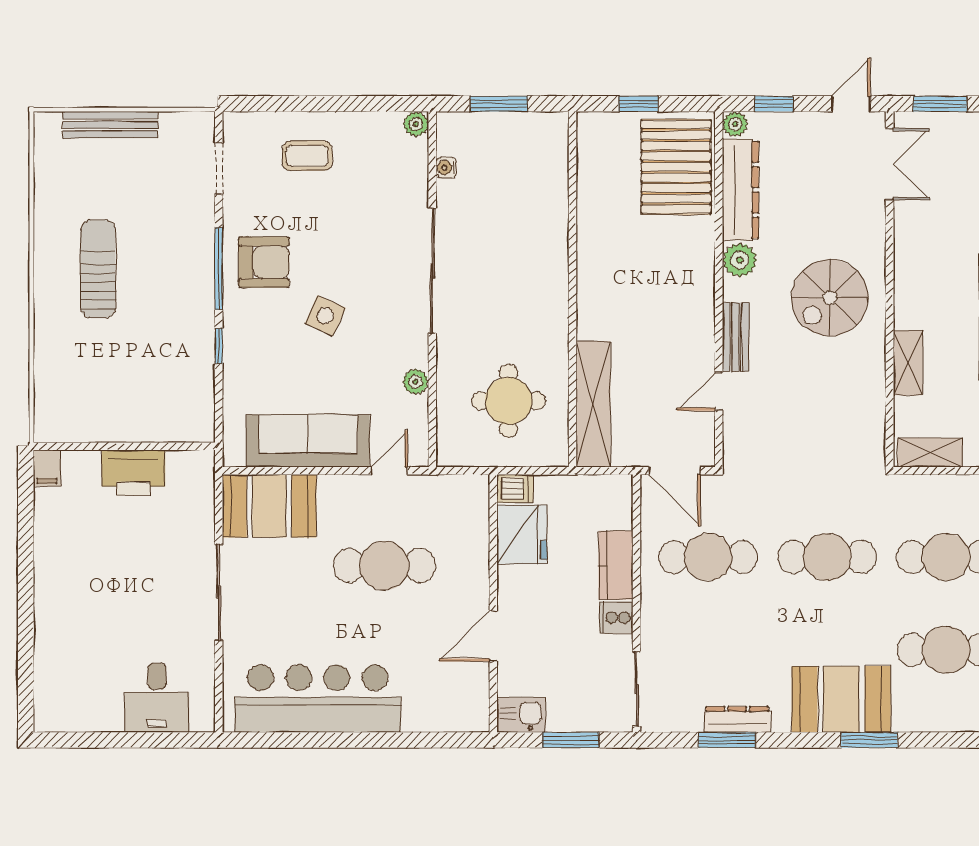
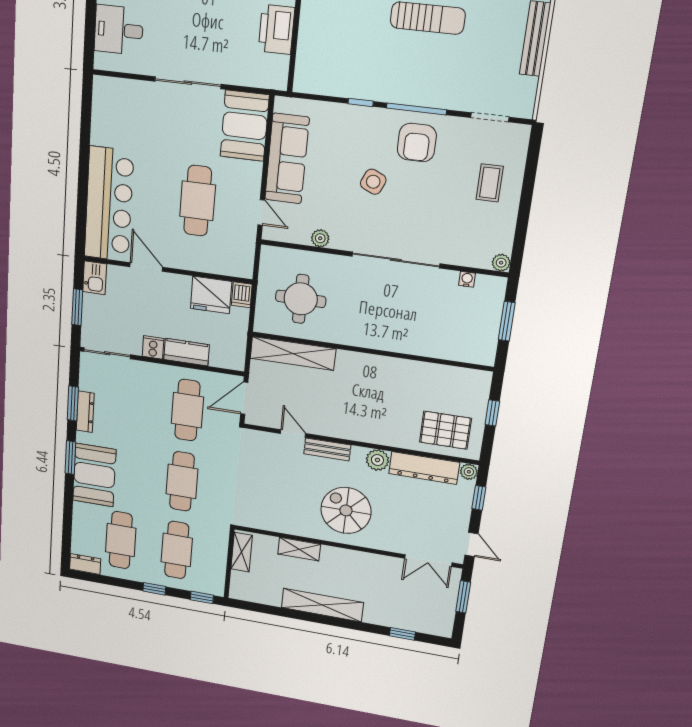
pallet: (676, 167) -> (445, 430), width x0.73, depth x0.71
bar counter: (318, 699) -> (109, 204), moved
window: (869, 740) -> (70, 458), moved

